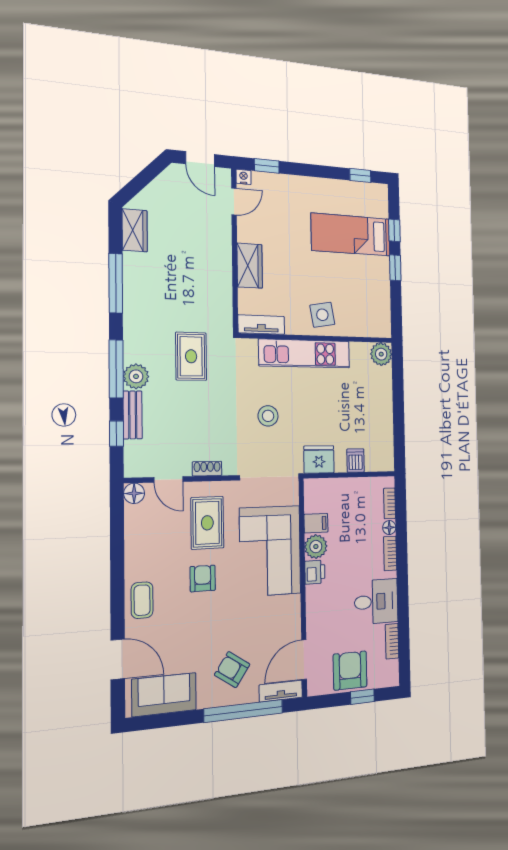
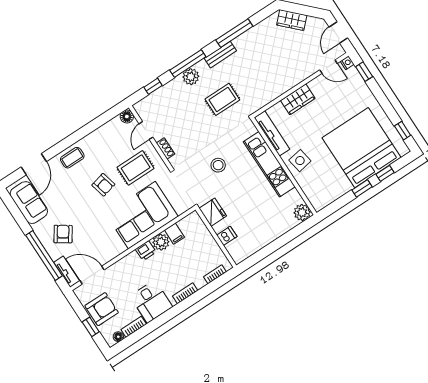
wardrobe: (135, 230) -> (292, 20), moved, turned 45
bed: (351, 235) -> (361, 148), width x2.04
tv unit: (261, 325) -> (272, 133), width x1.41
bench: (133, 415) -> (220, 55), moved
floor lamp: (389, 528) -> (118, 337), moved
armchair: (203, 578) -> (103, 185), turned 76

